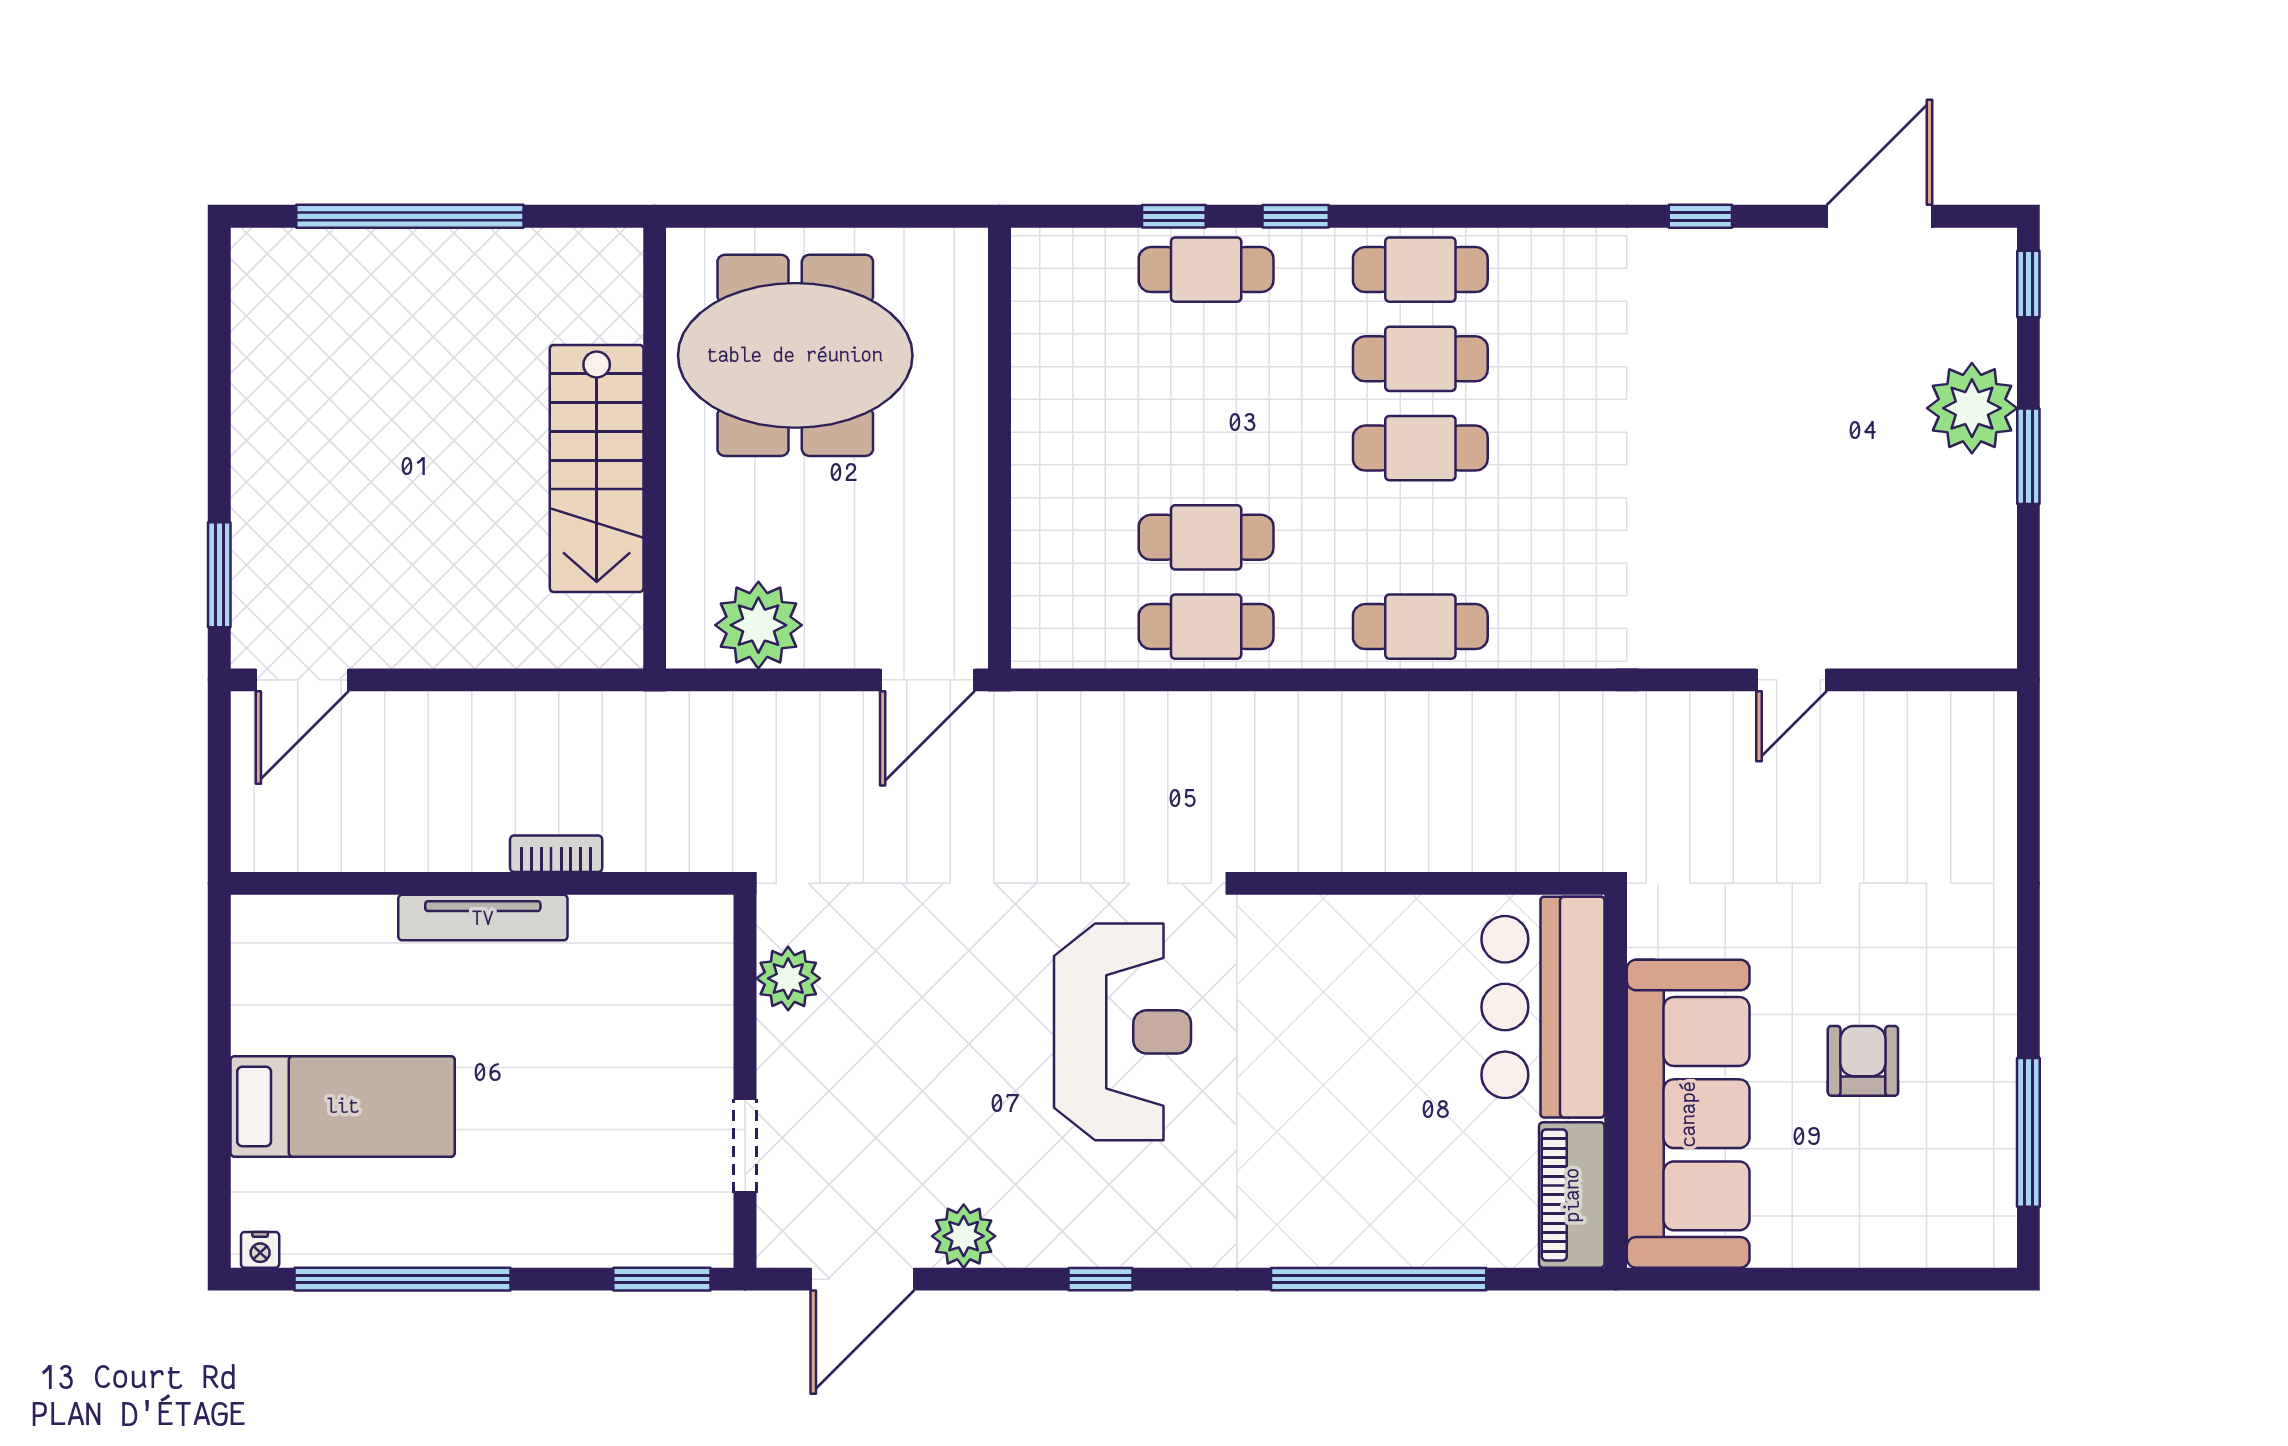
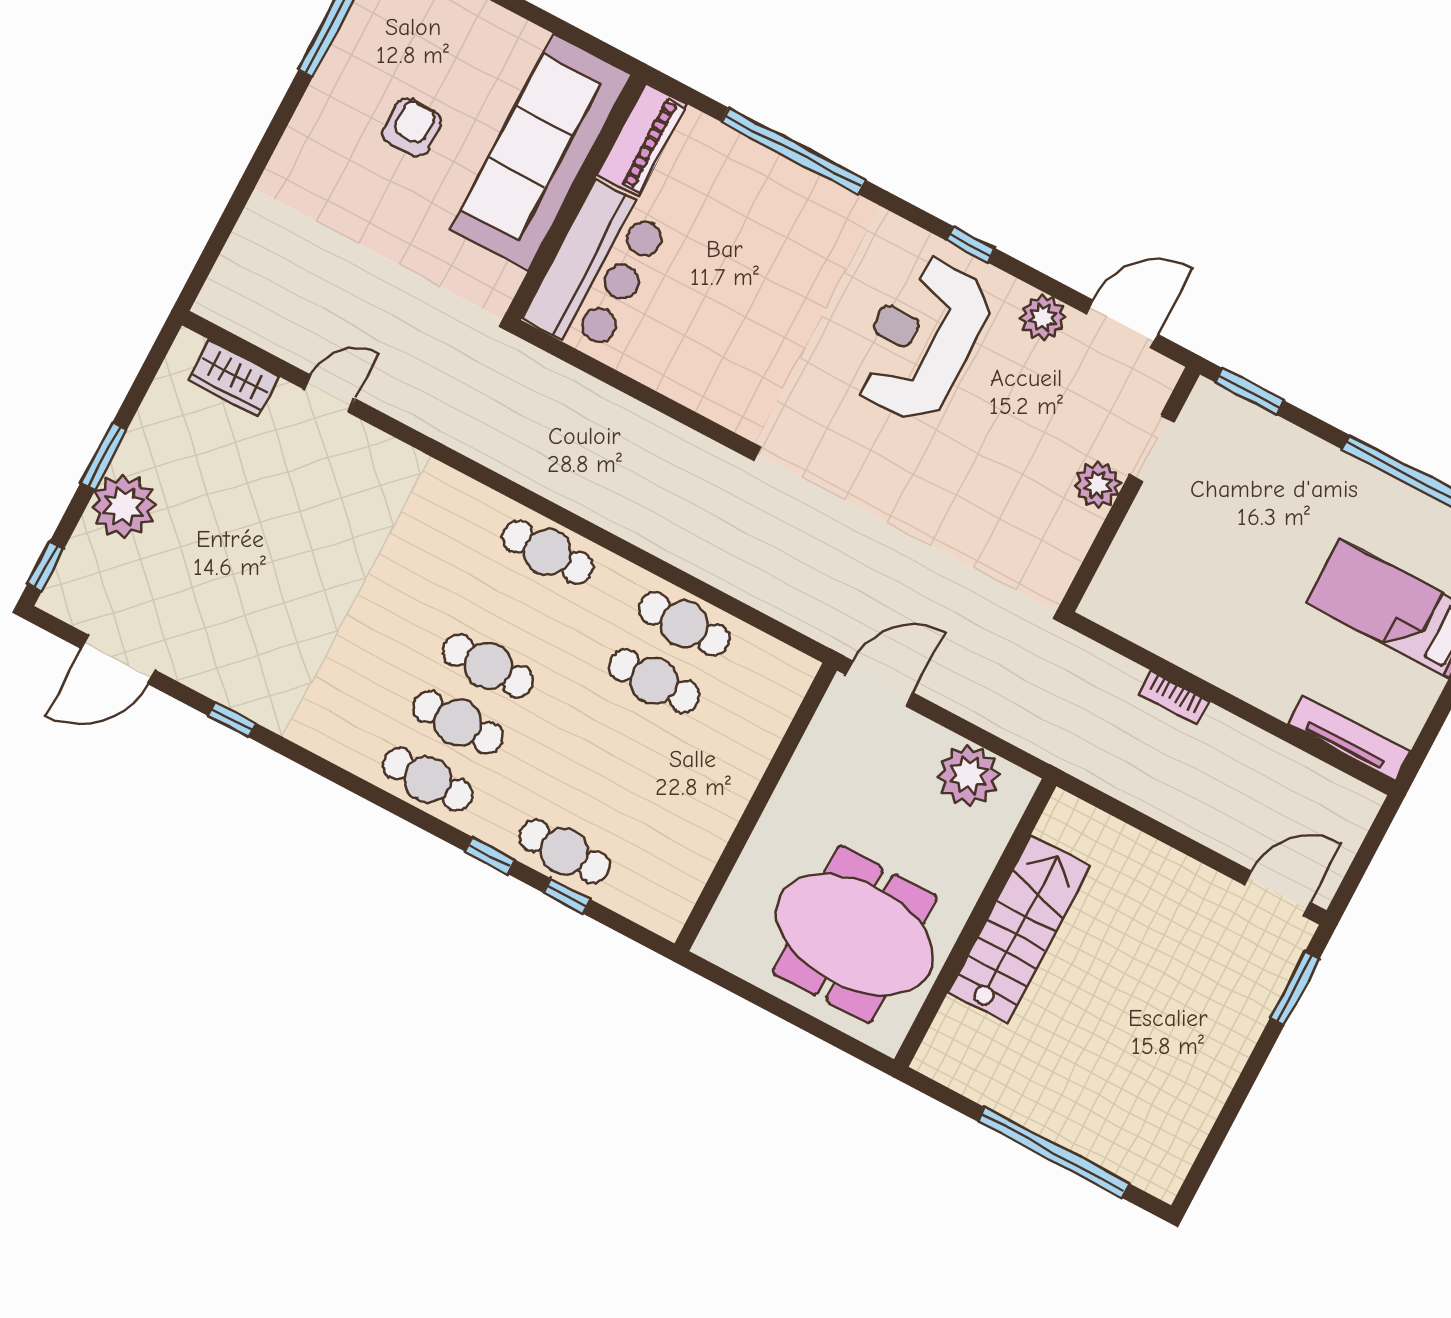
wardrobe: (1920, 637) -> (233, 378), added
tv unit: (483, 918) -> (1349, 738), moved
plant: (788, 978) -> (1098, 485), moved
reception desk: (1123, 1032) -> (921, 339), moved
armchair: (1863, 1061) -> (412, 127), turned 180

